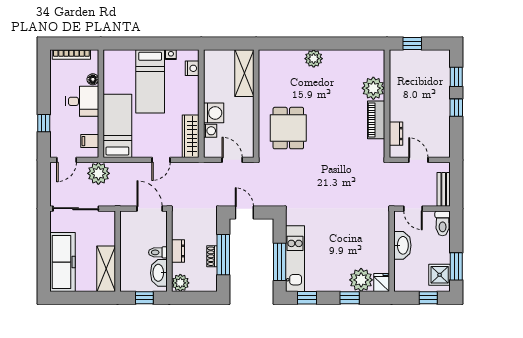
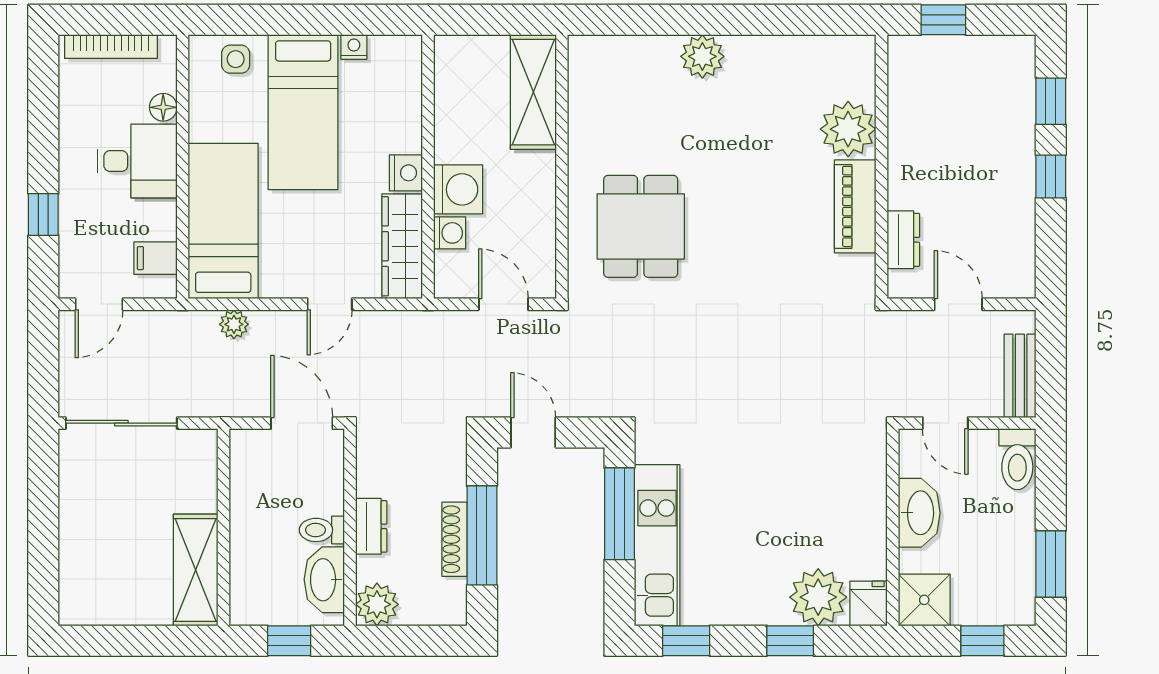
side table: (122, 60) -> (236, 59), added
nightstand: (192, 68) -> (406, 173), moved
plant: (98, 173) -> (234, 324), moved, width x0.53, depth x0.53
shoe rack: (212, 256) -> (454, 539), width x1.43
freezer: (63, 262) -> (89, 553), removed
window: (280, 262) -> (619, 514), moved
shower: (440, 275) -> (924, 600), moved

